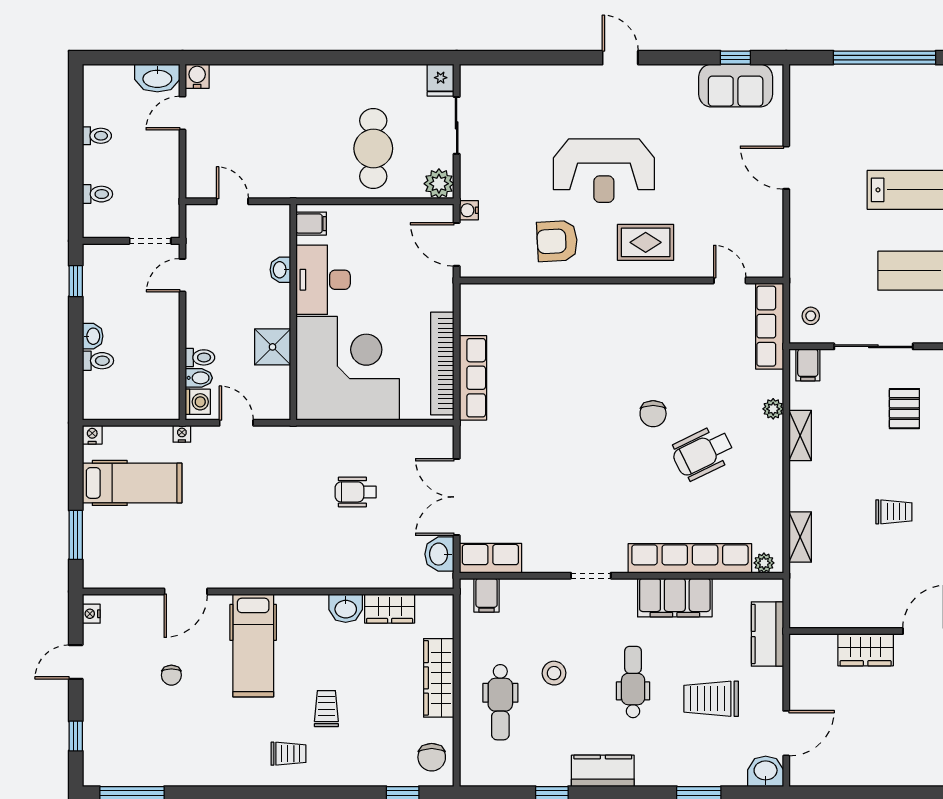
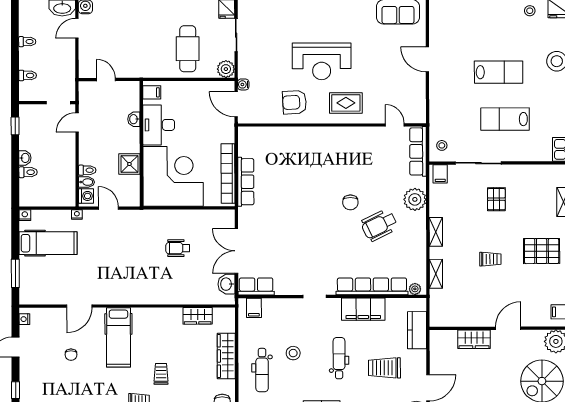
plant: (773, 409) -> (415, 199), width x1.87, depth x1.87
shelving: (800, 435) -> (436, 232), moved
washbasin: (346, 608) -> (172, 316), removed

